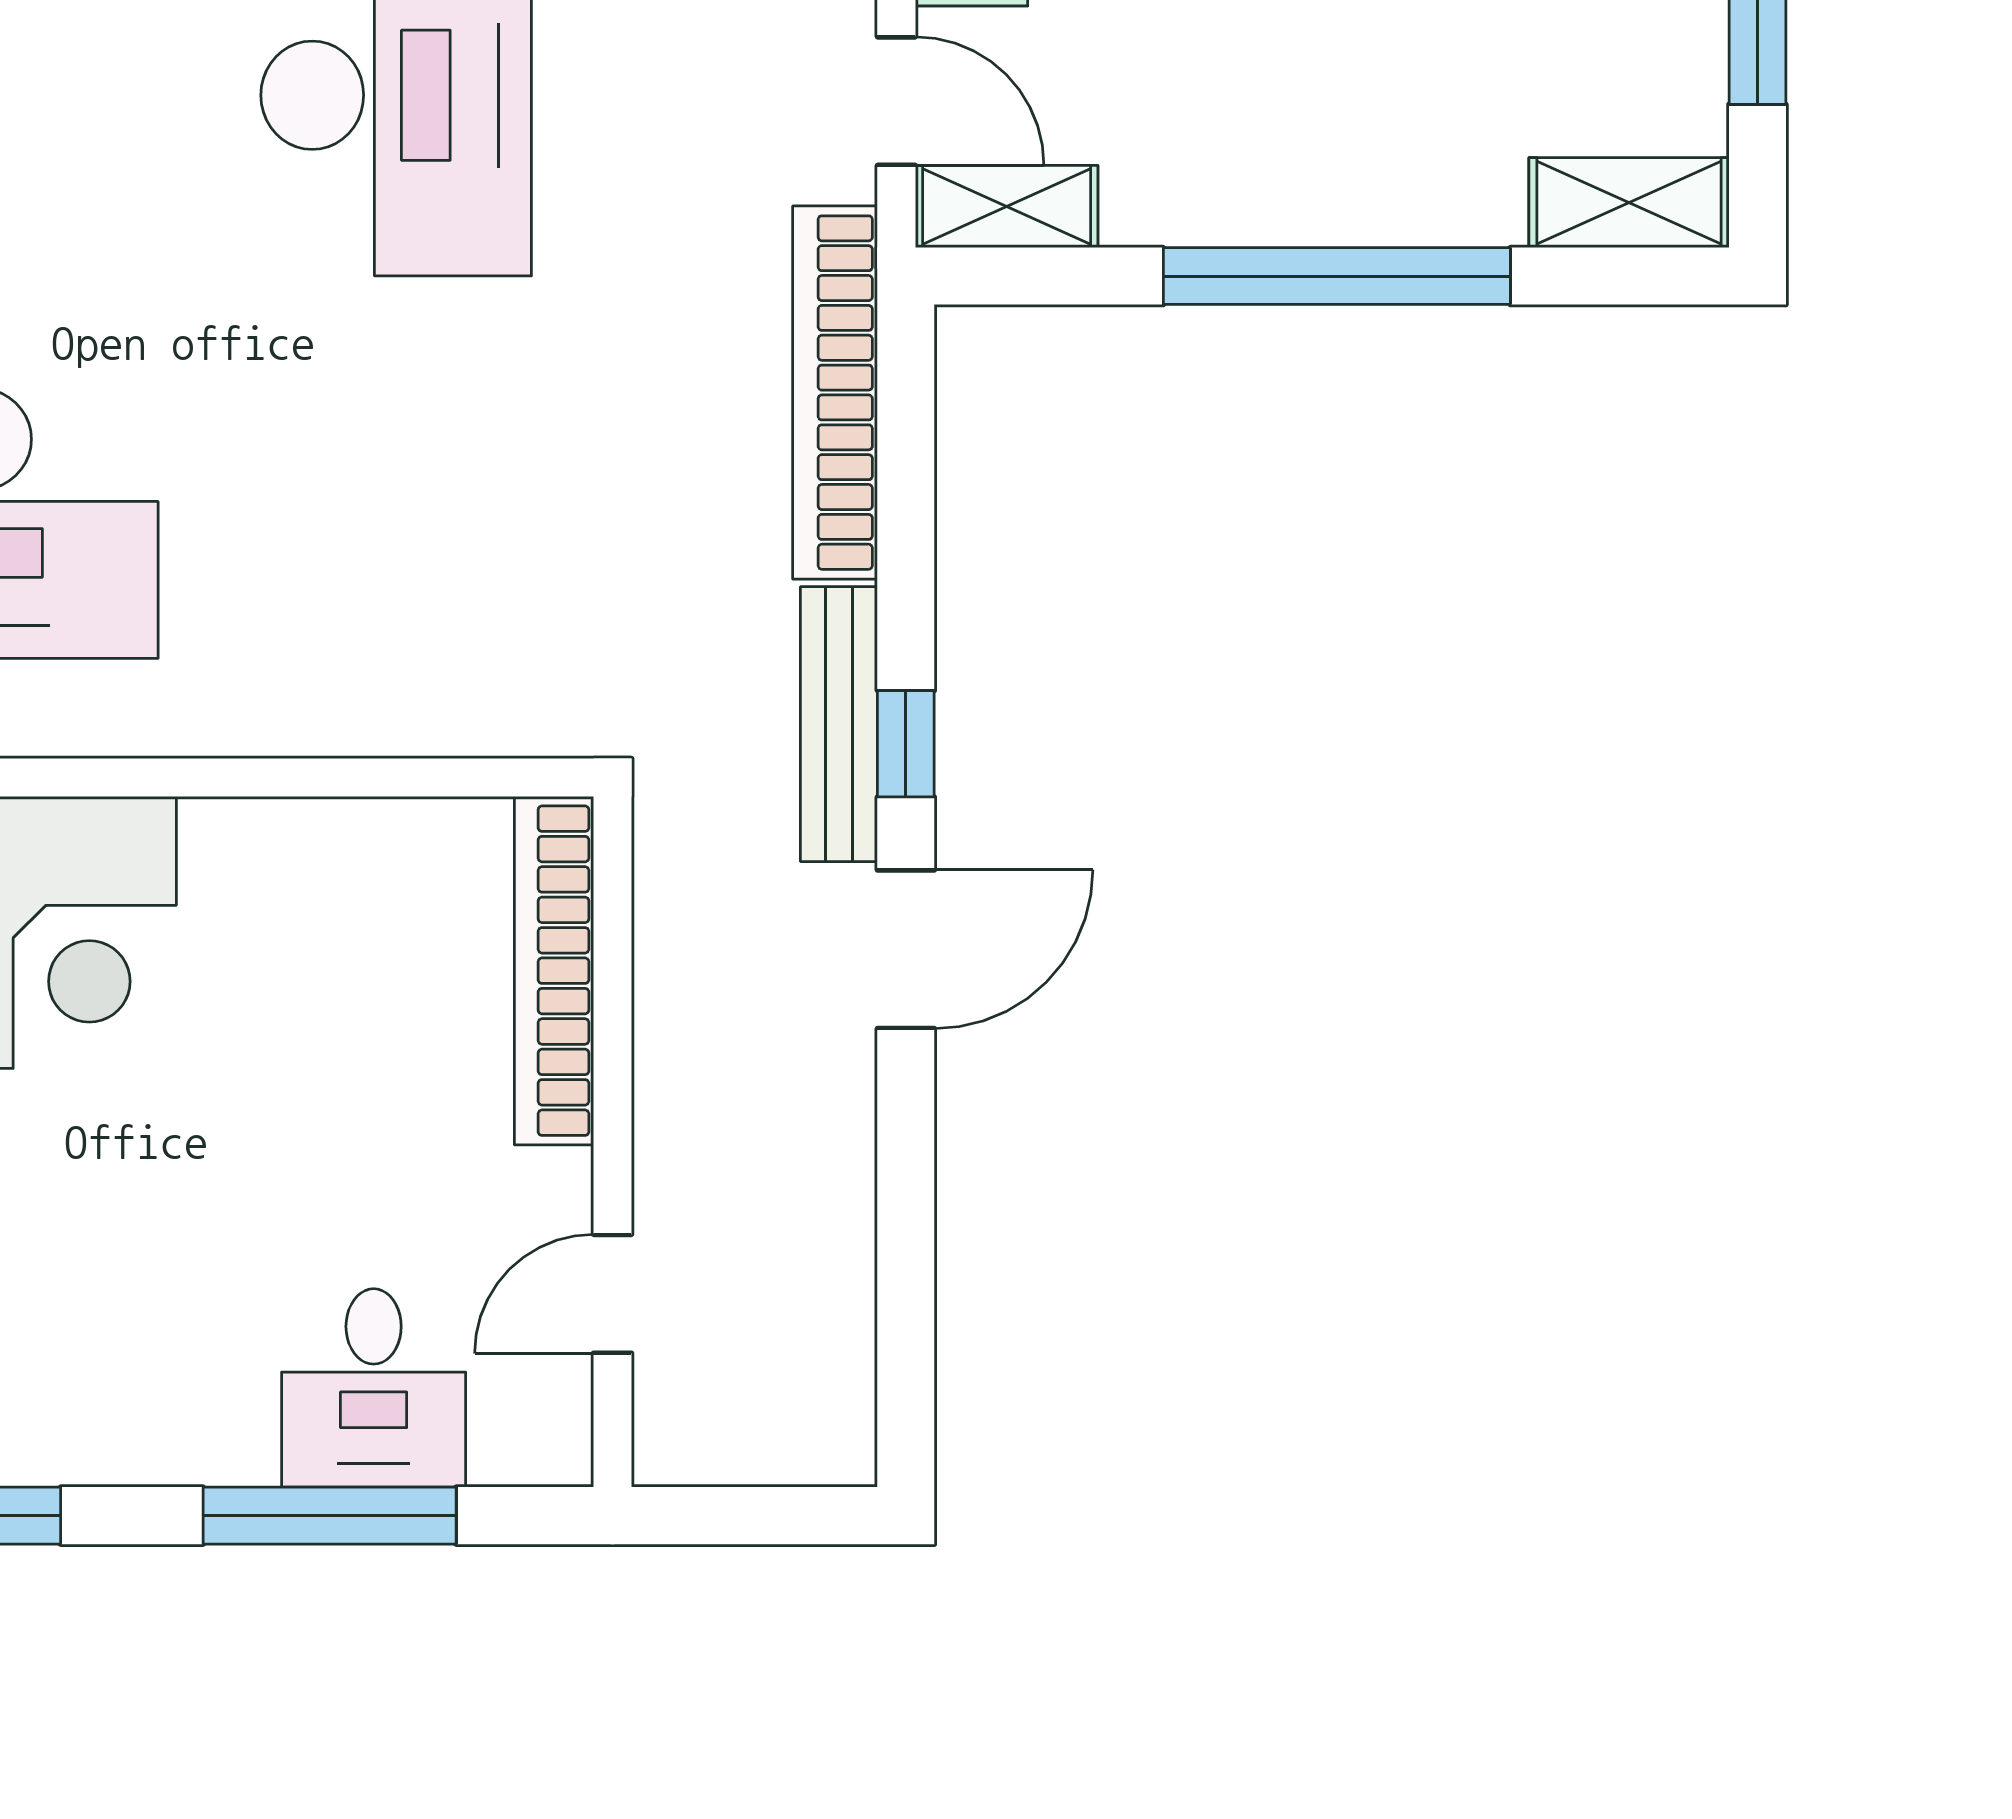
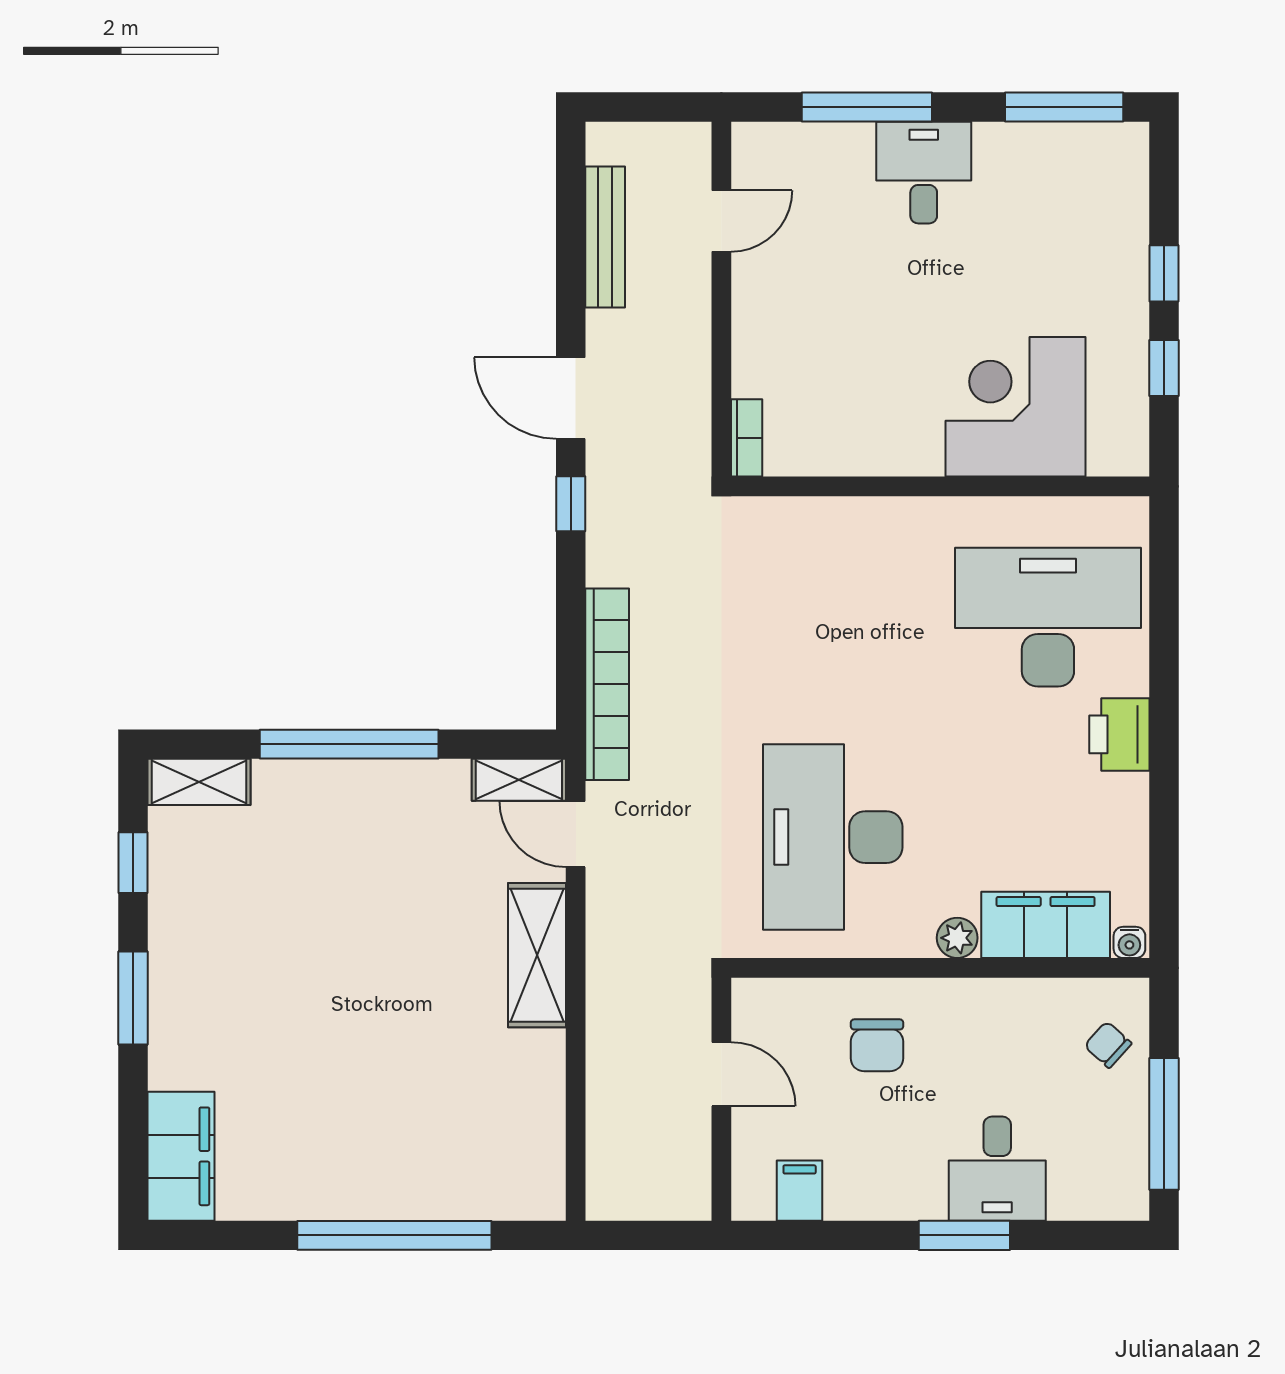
bench: (839, 724) -> (605, 237), moved
door: (906, 949) -> (571, 398), hinge flipped
bookcase: (554, 971) -> (747, 438), width x0.43, depth x0.76
desk: (374, 1388) -> (924, 173), moved

